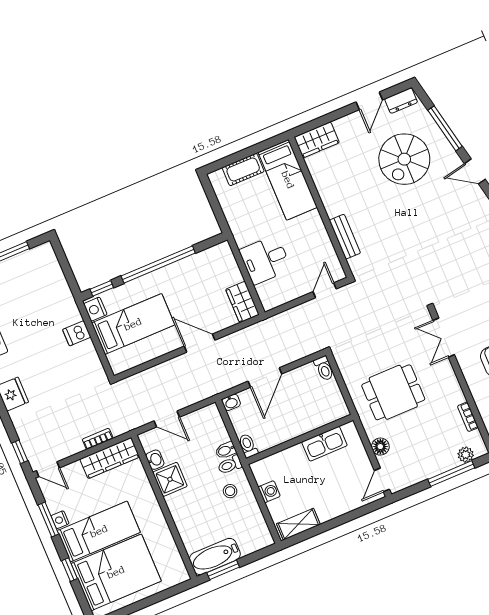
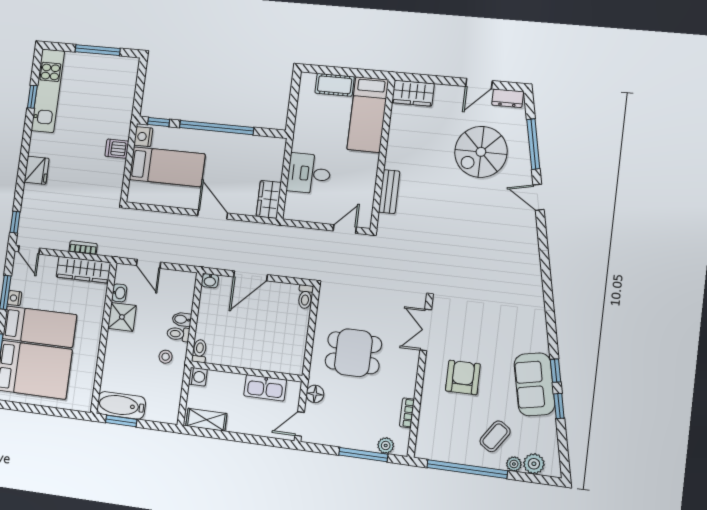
wall: (300, 439) -> (246, 371), moved
kitchen sink: (324, 444) -> (265, 388), moved
toilet: (248, 446) -> (199, 351), moved

